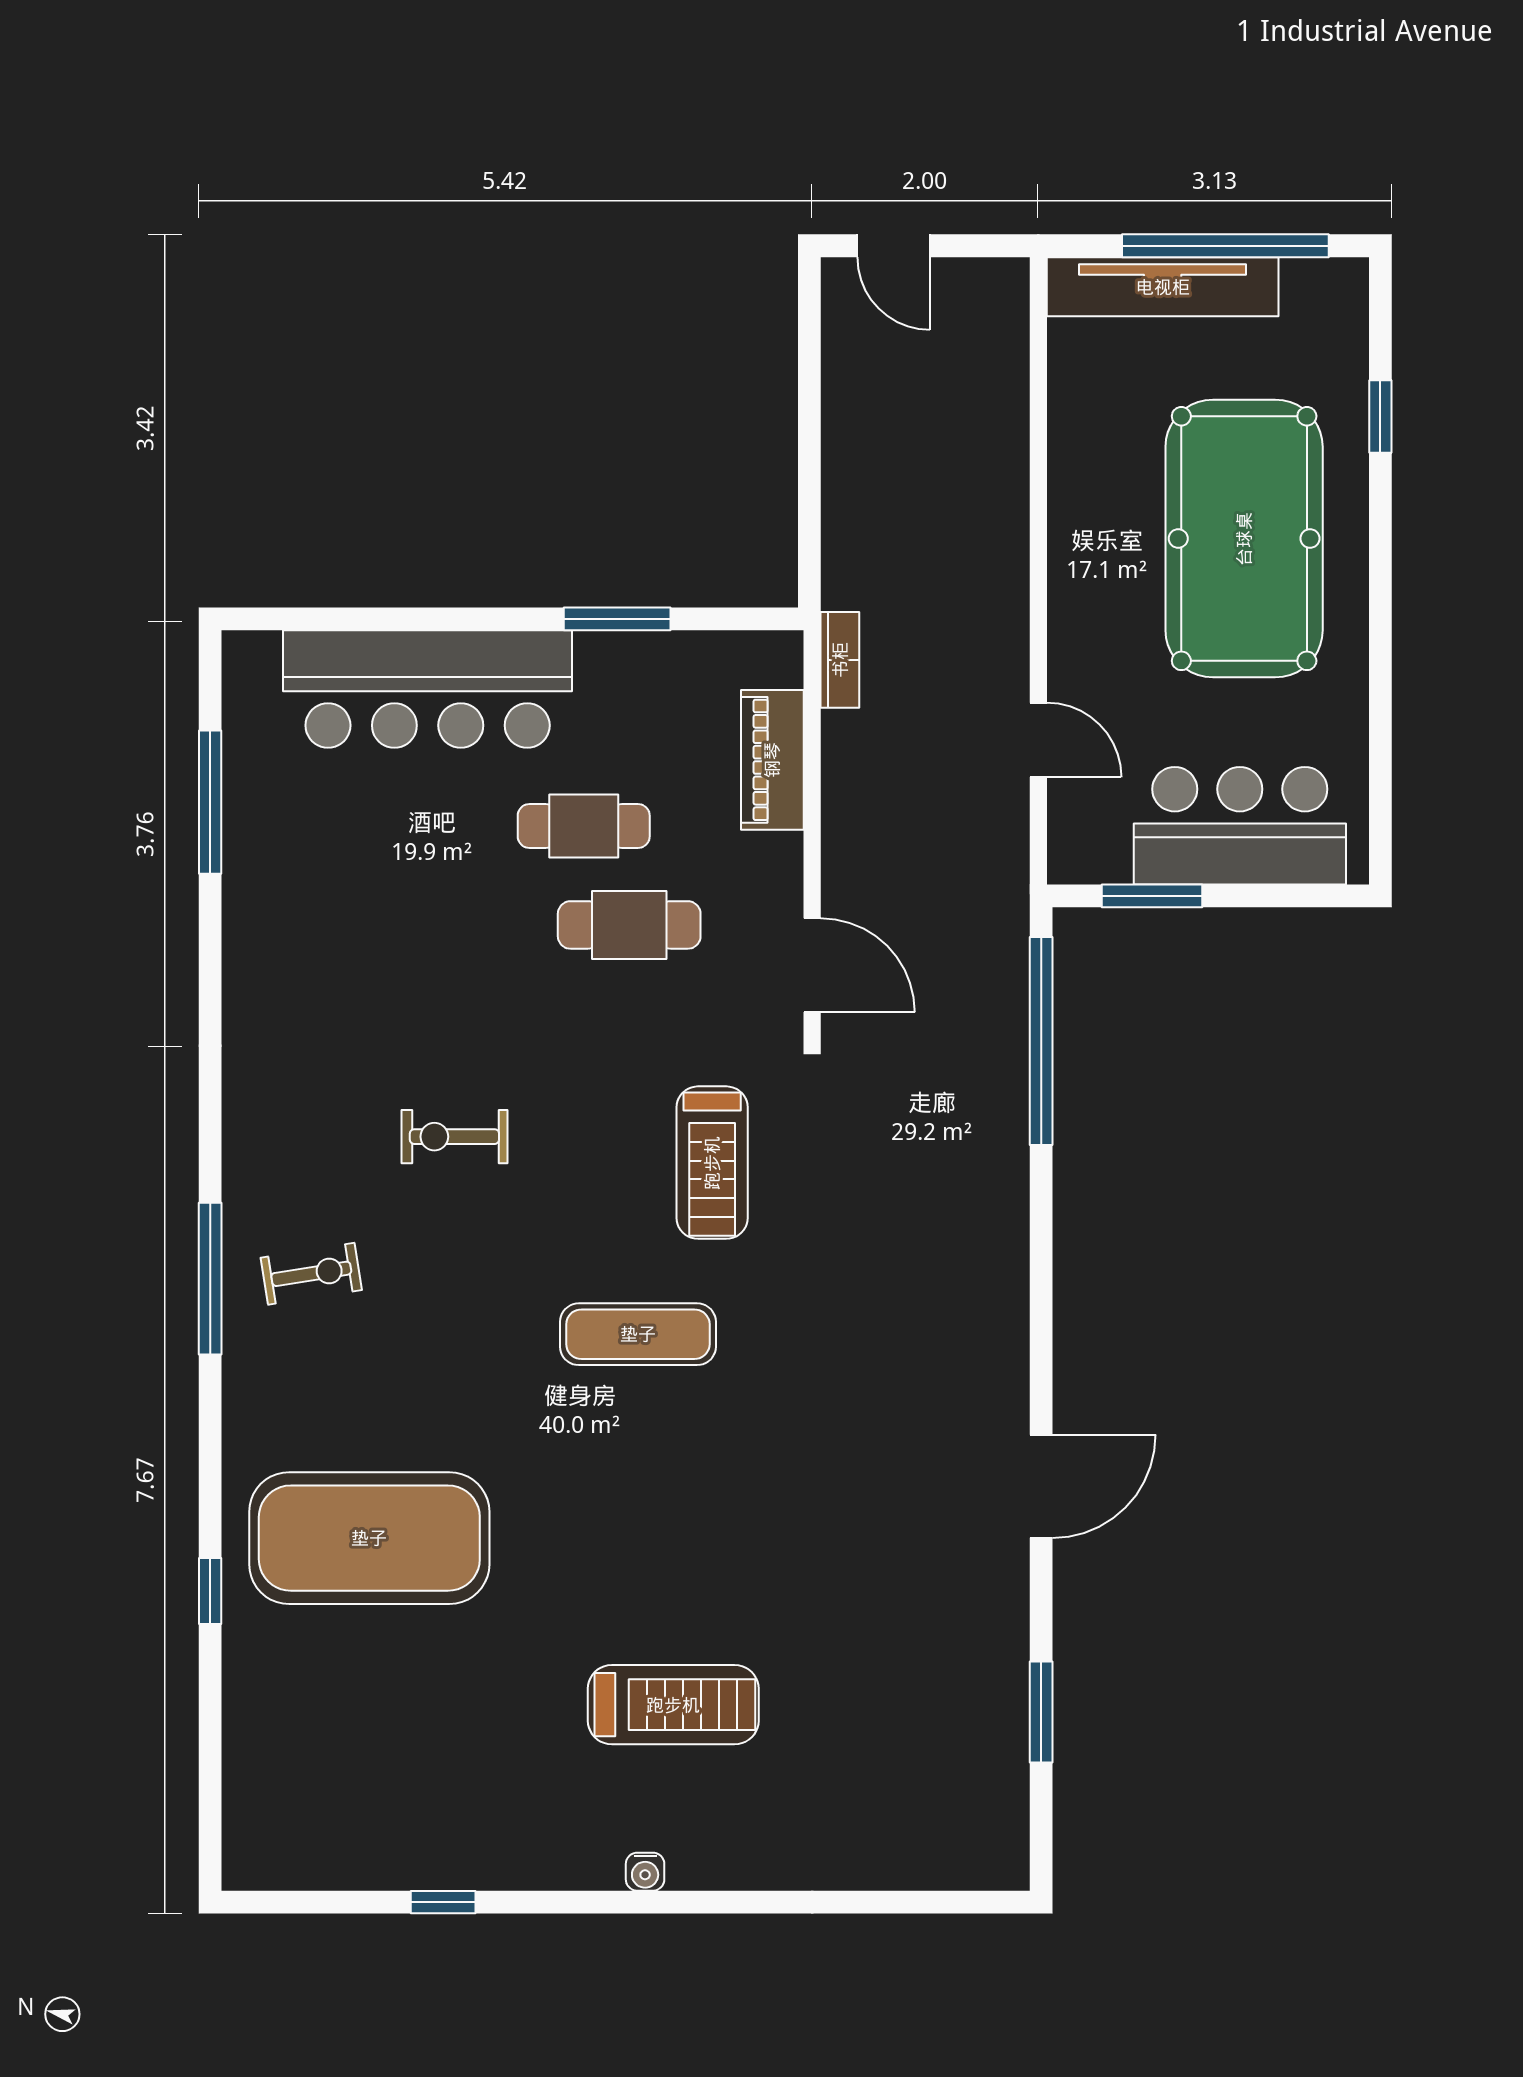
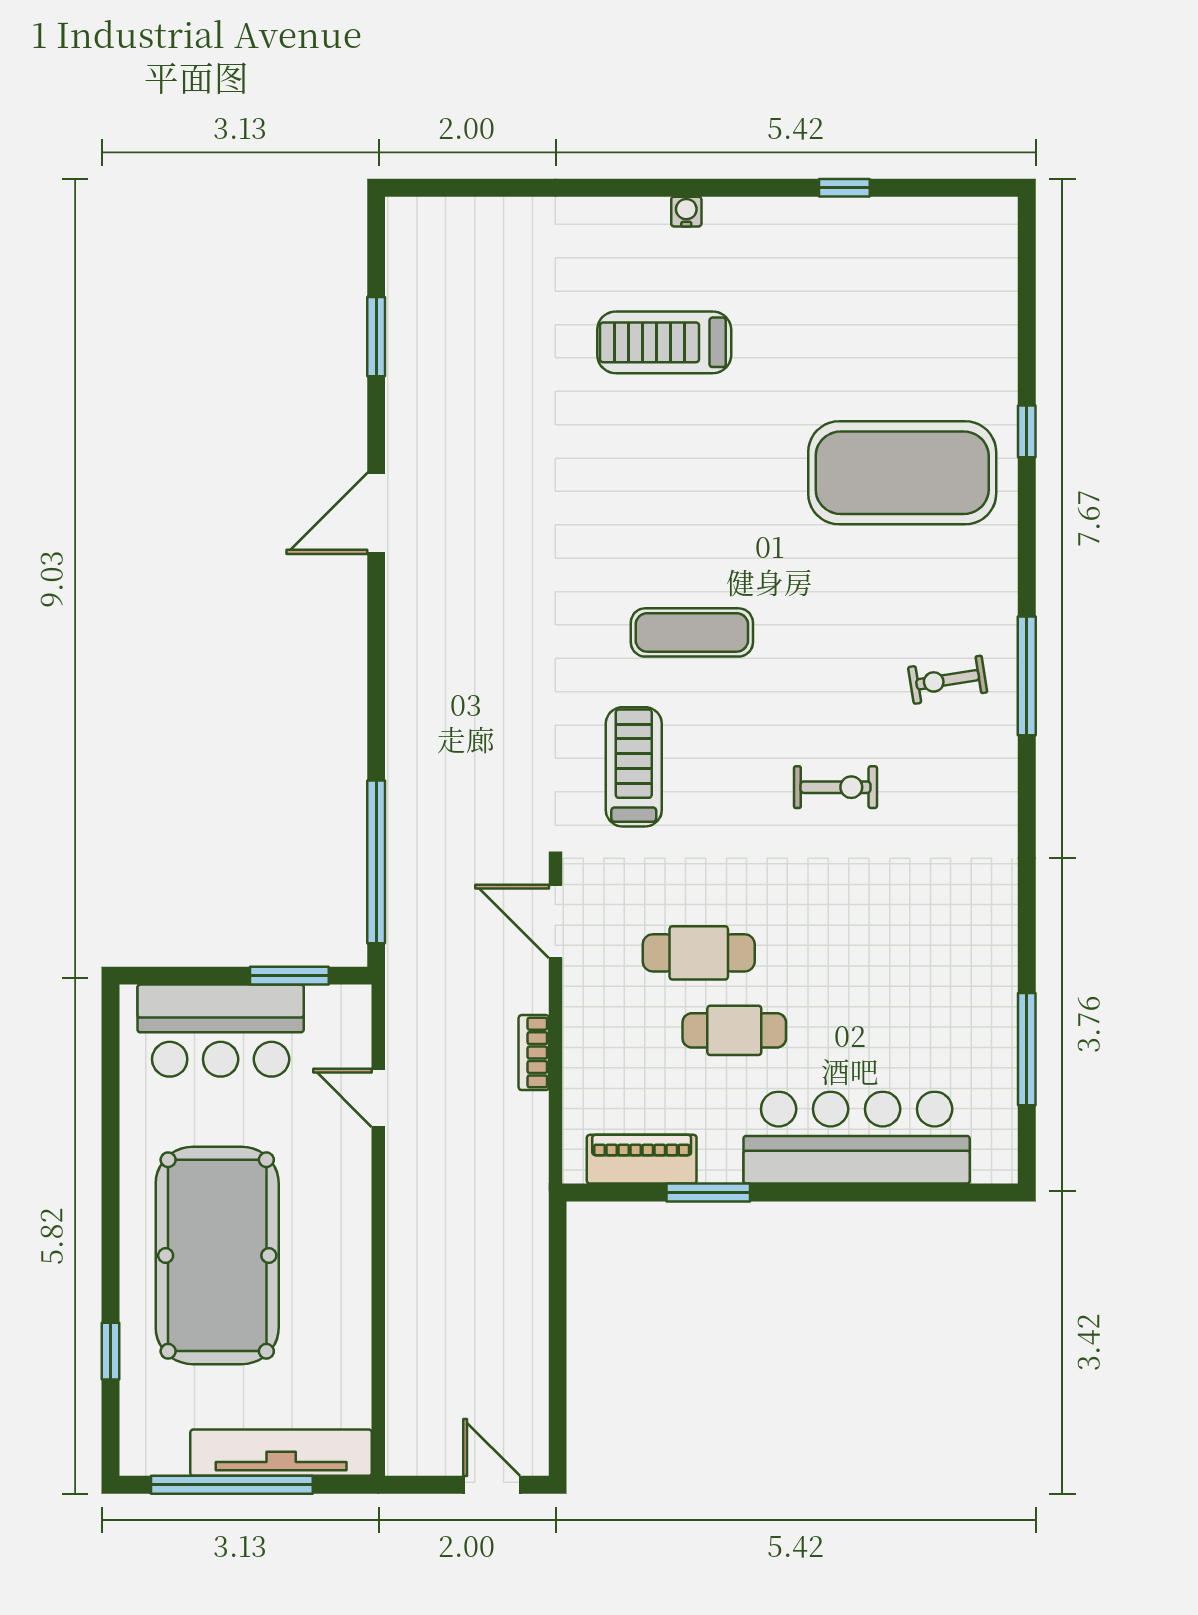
bookcase: (840, 660) -> (534, 1053), moved
piano: (772, 760) -> (642, 1159), moved, turned -90

